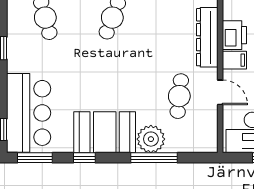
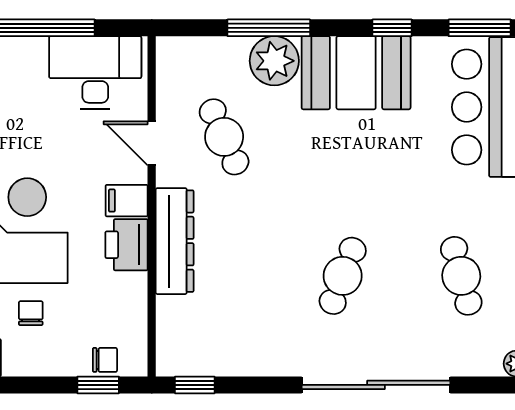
cafe table: (179, 96) -> (224, 137), turned -30

